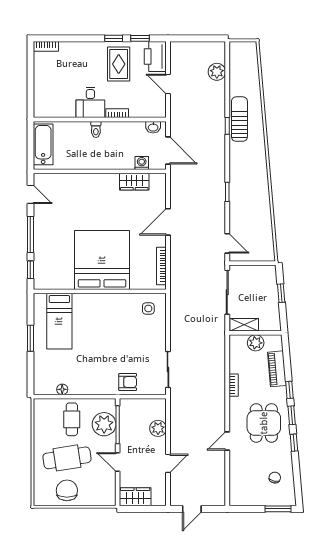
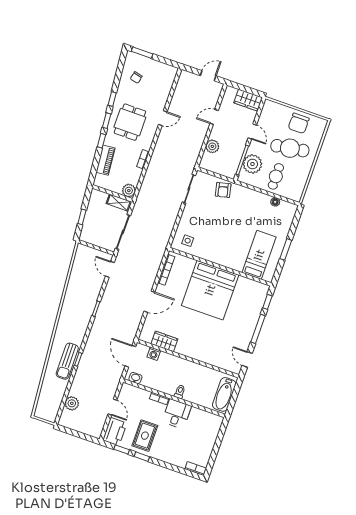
plant: (256, 343) -> (129, 191), moved
armchair: (128, 382) -> (223, 190), turned -103

